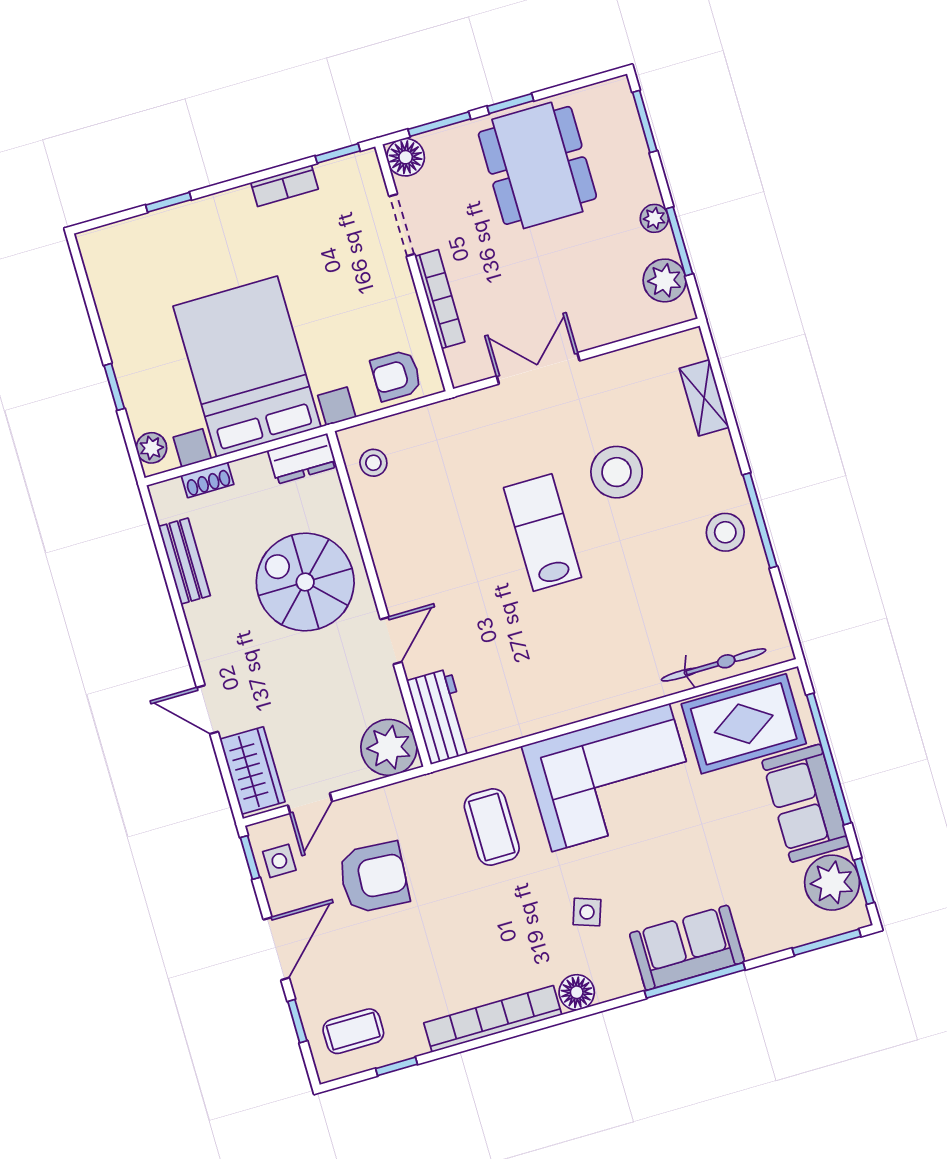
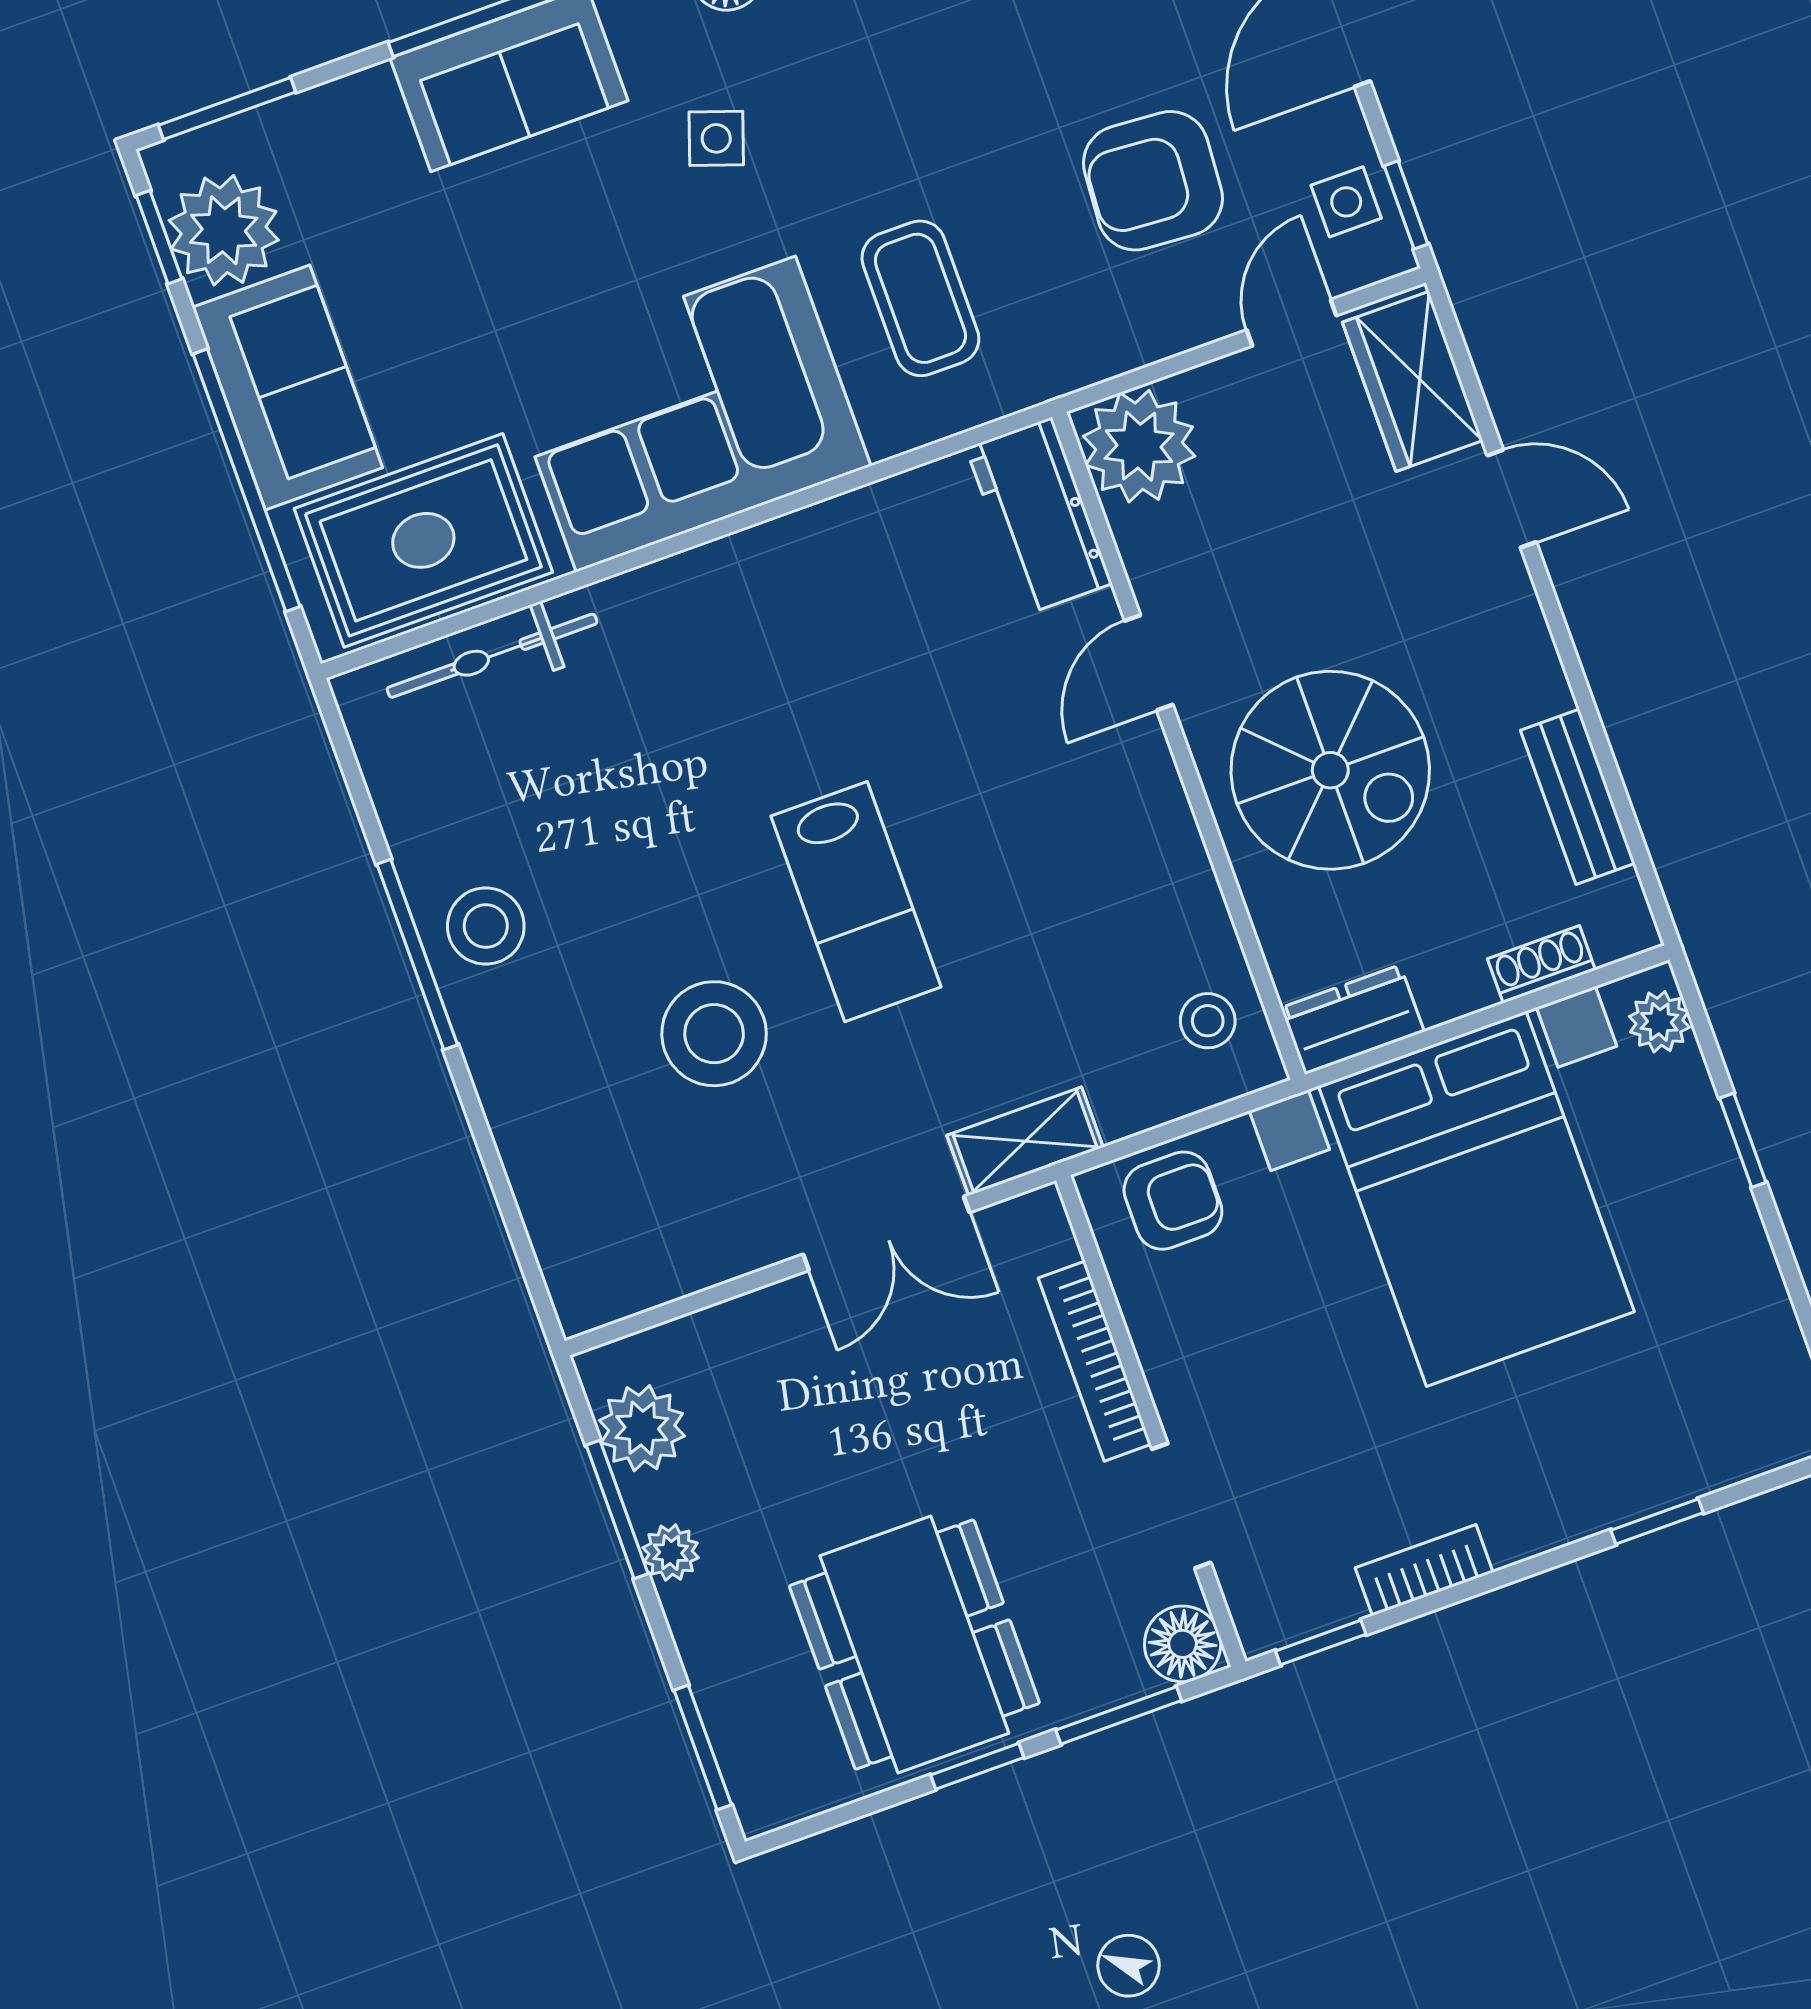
shelving: (704, 398) -> (1025, 1141), moved, turned 90

